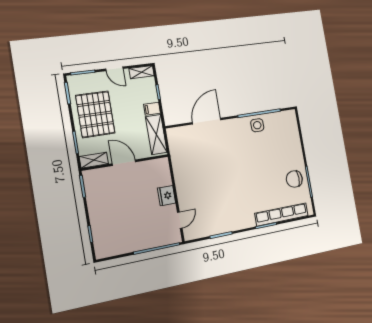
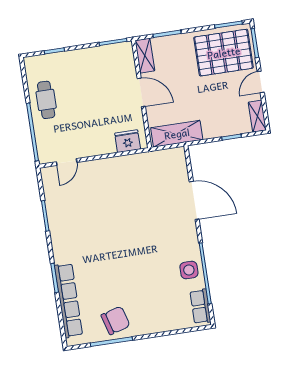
filing cabinet: (152, 109) -> (210, 129), removed
pallet: (95, 114) -> (224, 53), moved
row of seats: (282, 117) -> (200, 306), added
door: (124, 163) -> (141, 92), hinge flipped
chair: (294, 179) -> (116, 320), turned 74
fridge: (167, 196) -> (128, 141), moved
door: (180, 220) -> (67, 162), hinge flipped
cafe table: (131, 239) -> (46, 100), added

